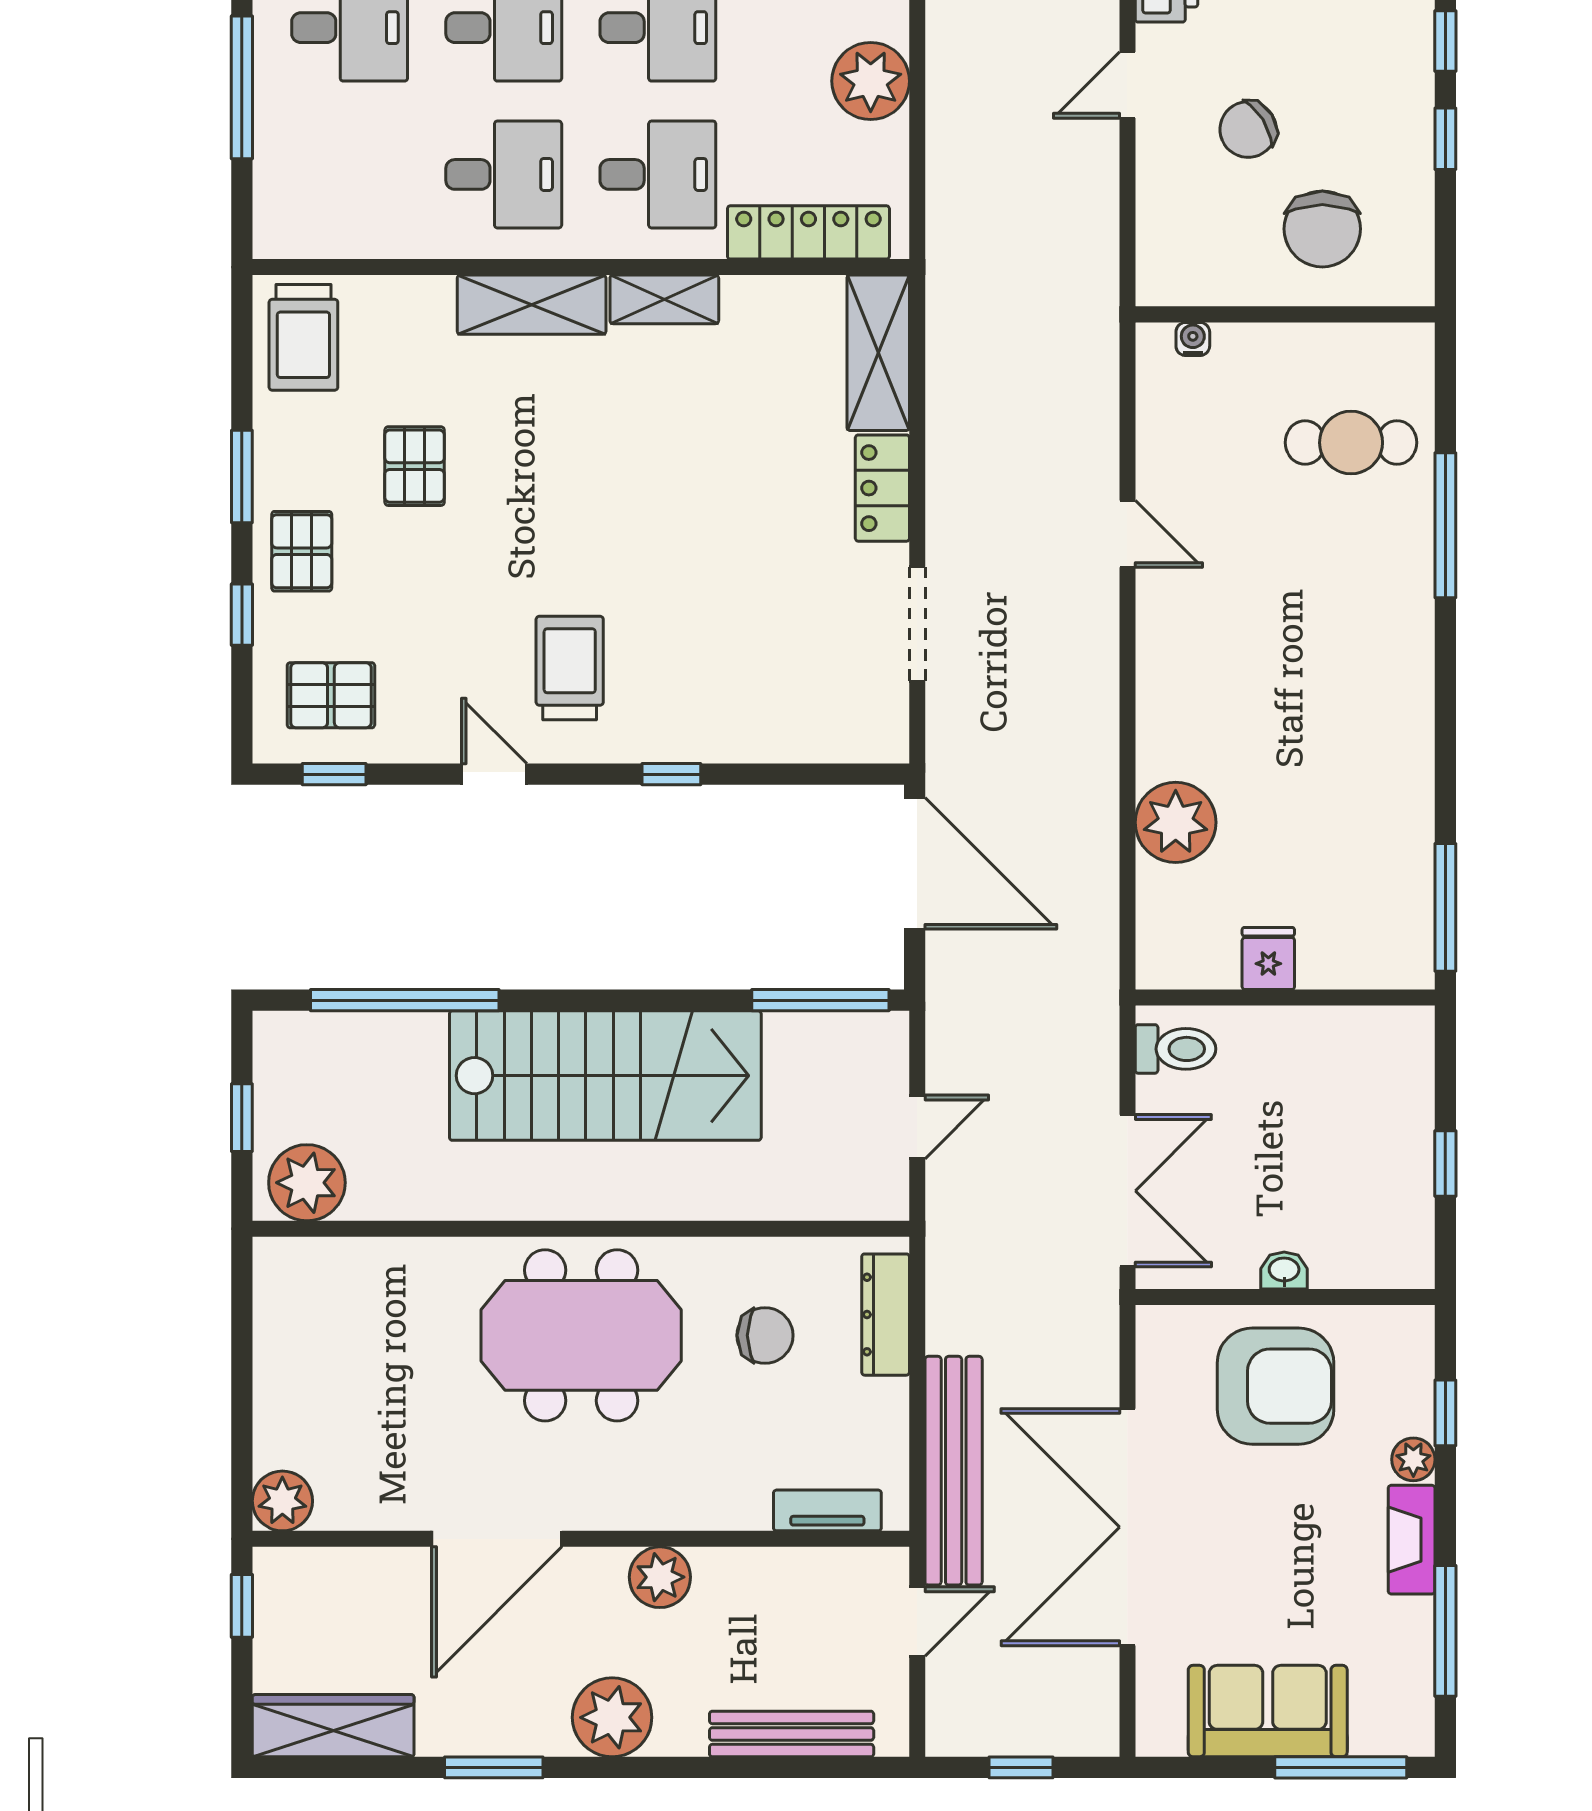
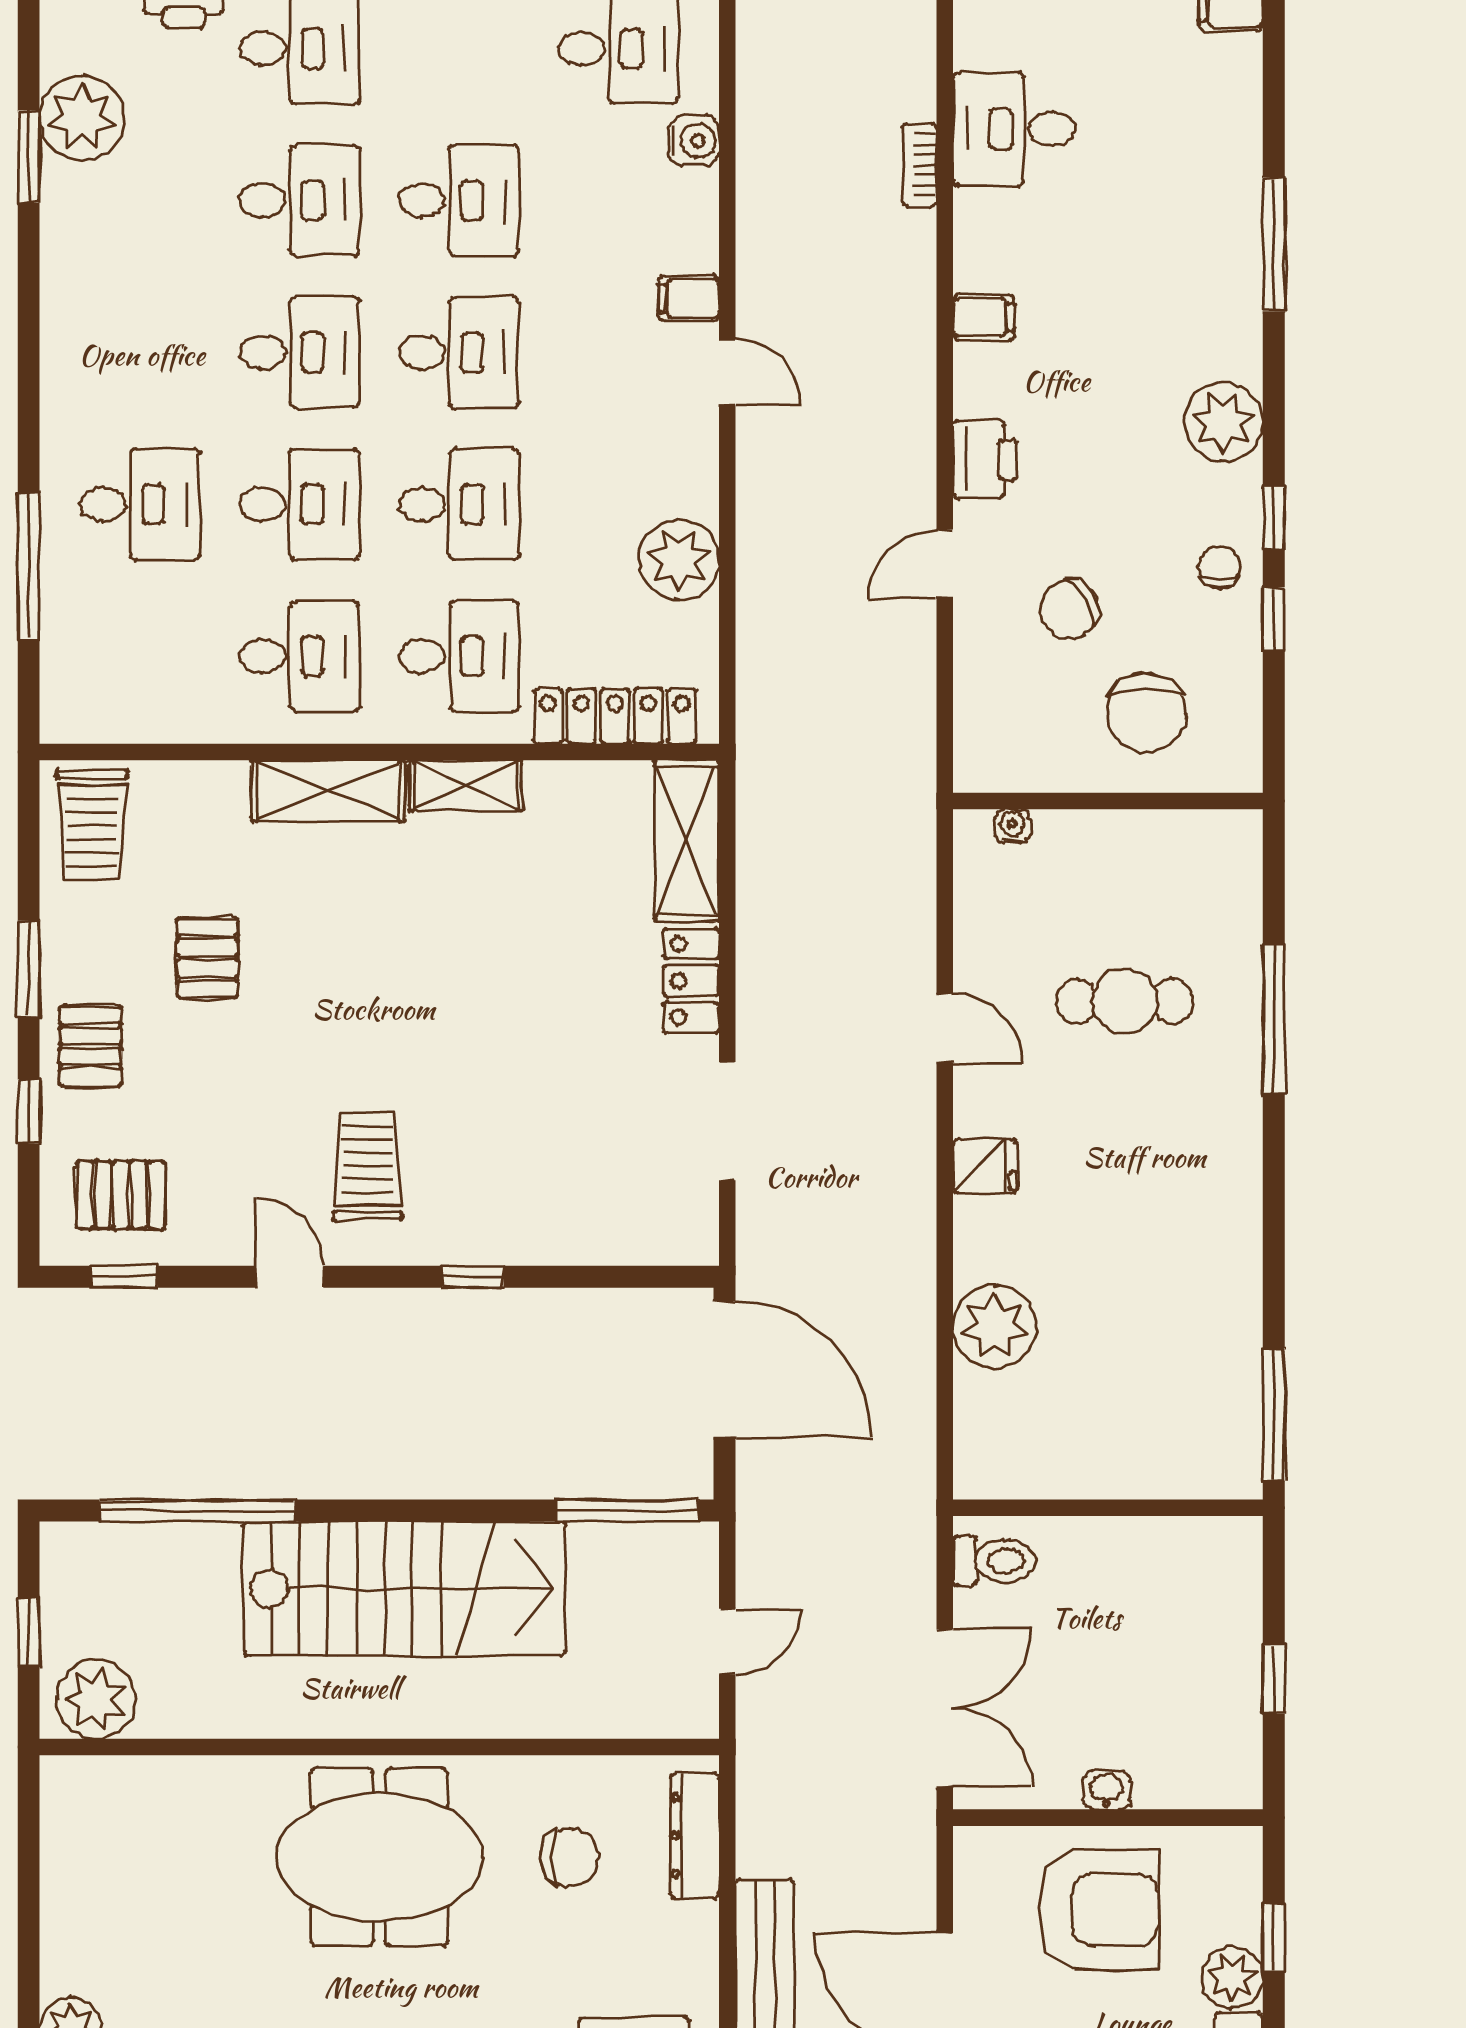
chair: (1393, 88) -> (1219, 567), added
cafe table: (1351, 443) -> (1125, 1001), moved
fridge: (1268, 959) -> (985, 1166), moved, turned 90
plant: (1413, 1459) -> (1232, 1977), width x1.38, depth x1.38

